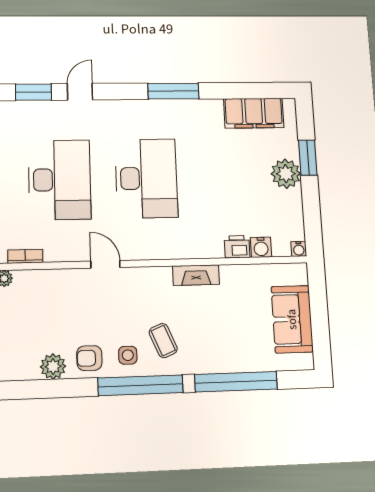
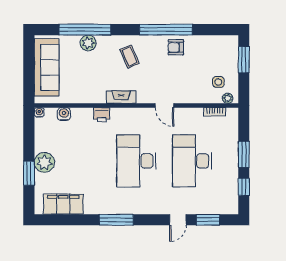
printer: (237, 247) -> (102, 115), moved
fireplace: (196, 275) -> (121, 97), moved
sofa: (292, 319) -> (47, 67), width x1.36
side table: (128, 355) -> (218, 82), moved
armchair: (89, 358) -> (176, 47), turned 180
plant: (53, 366) -> (88, 43), moved
window: (140, 385) -> (166, 30), moved

